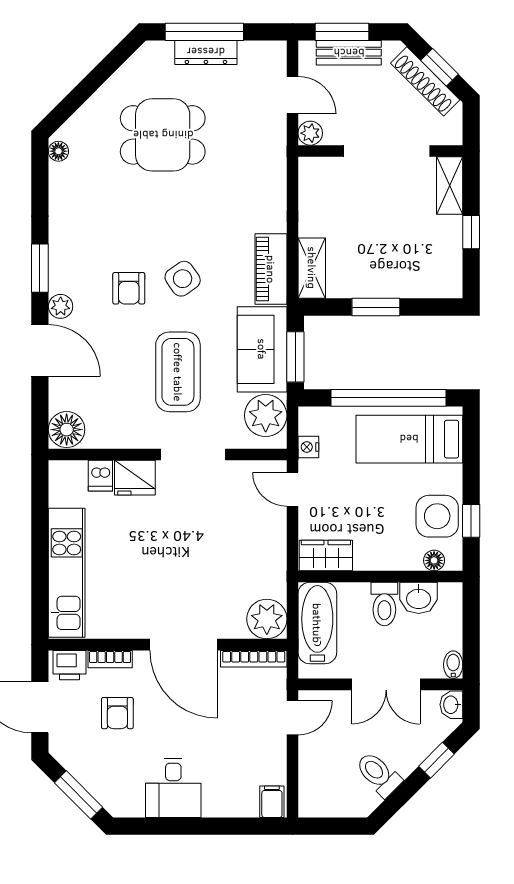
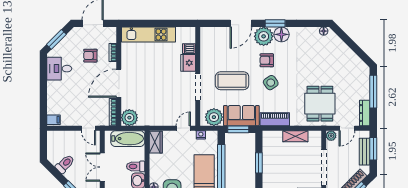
dresser: (206, 52) -> (365, 113), moved
dining table: (163, 135) -> (320, 104), moved
shelving: (312, 268) -> (295, 136), moved
plant: (61, 306) -> (264, 36), width x1.88, depth x1.88
floor lamp: (67, 430) -> (281, 34), moved
printer: (70, 665) -> (110, 36), removed
desk: (173, 788) -> (59, 69), moved

